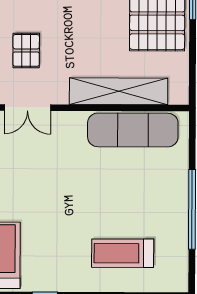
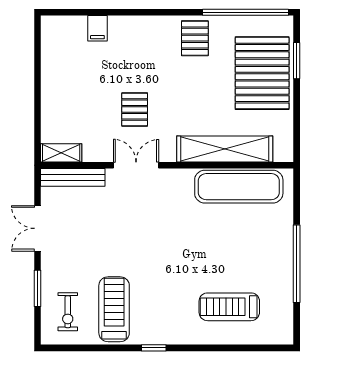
double door: (28, 108) -> (136, 165), swing flipped

